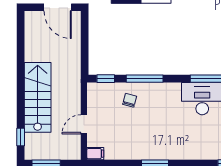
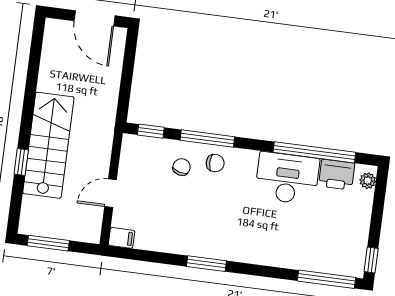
chair: (152, 95) -> (215, 163), added
window: (21, 137) -> (21, 162), moved

